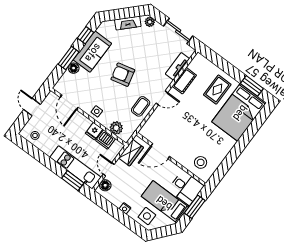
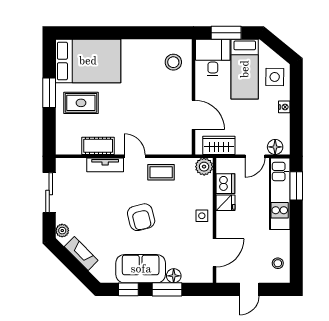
tv unit: (177, 66) -> (105, 165), moved
window: (252, 86) -> (49, 93), moved
plant: (116, 128) -> (204, 167), moved

